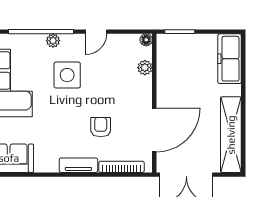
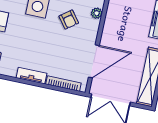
armchair: (101, 127) -> (69, 20), moved, turned 143

